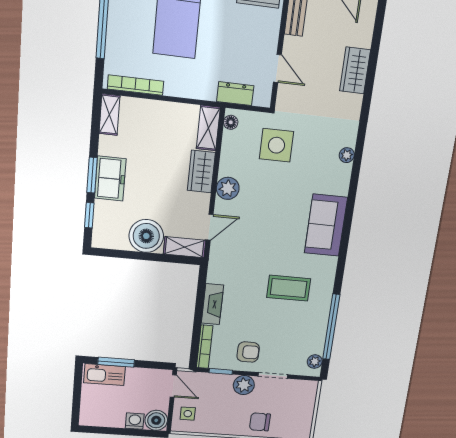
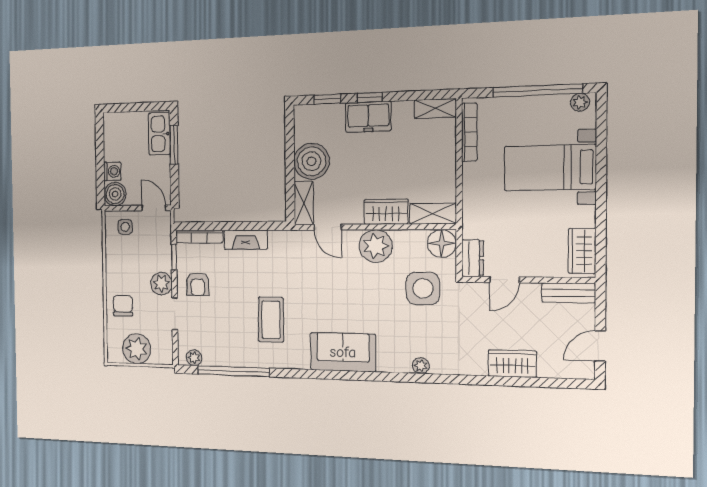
dresser: (235, 94) -> (473, 258), moved
floor lamp: (231, 122) -> (442, 243), width x1.89, depth x1.89
window: (92, 175) -> (370, 97), width x0.67
plant: (228, 188) -> (376, 246), width x1.36, depth x1.36
door: (173, 386) -> (154, 208), swing flipped
plant: (300, 413) -> (137, 349), added

